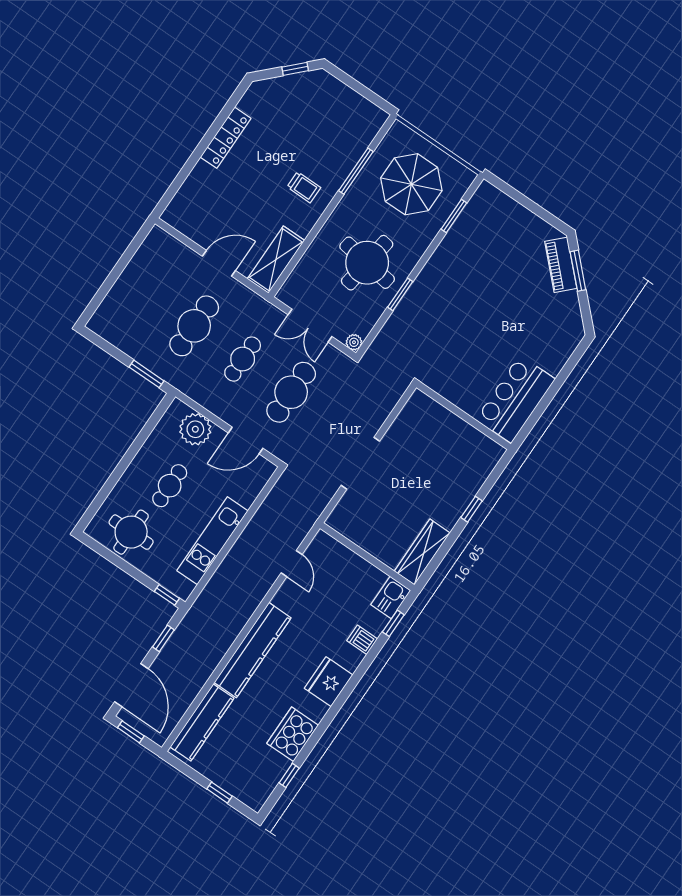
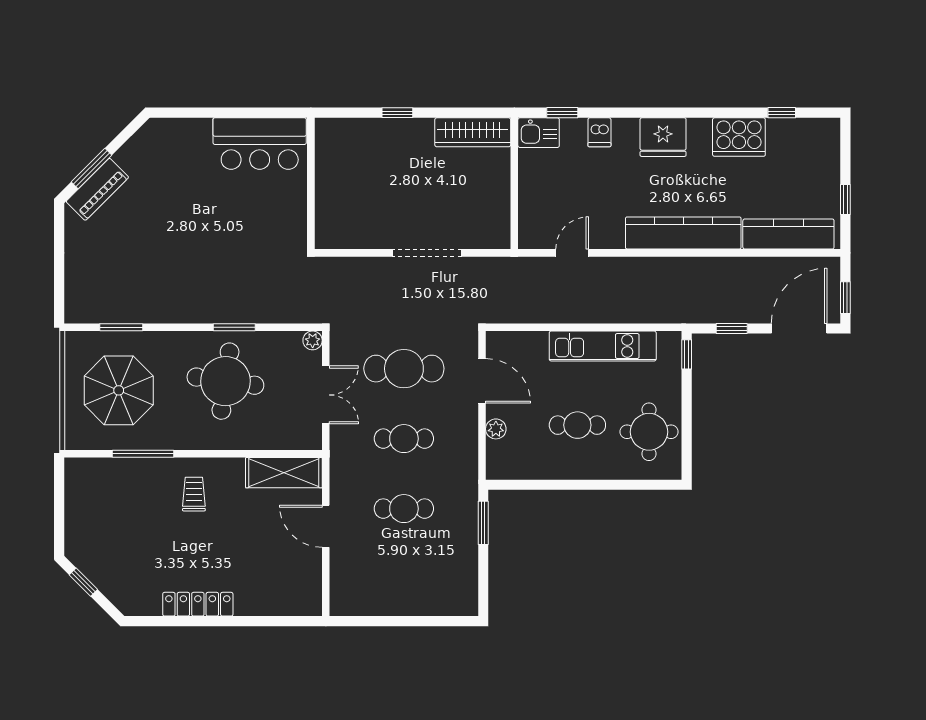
cafe table: (194, 326) -> (404, 509), width x0.73, depth x0.74
plant: (195, 429) -> (496, 429), width x0.53, depth x0.53
window: (220, 793) -> (845, 199), moved

